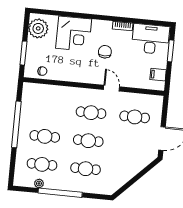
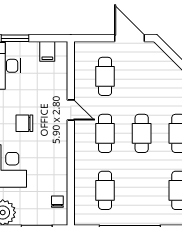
door: (111, 88) -> (71, 110), swing flipped
cafe table: (45, 136) -> (105, 190), moved

